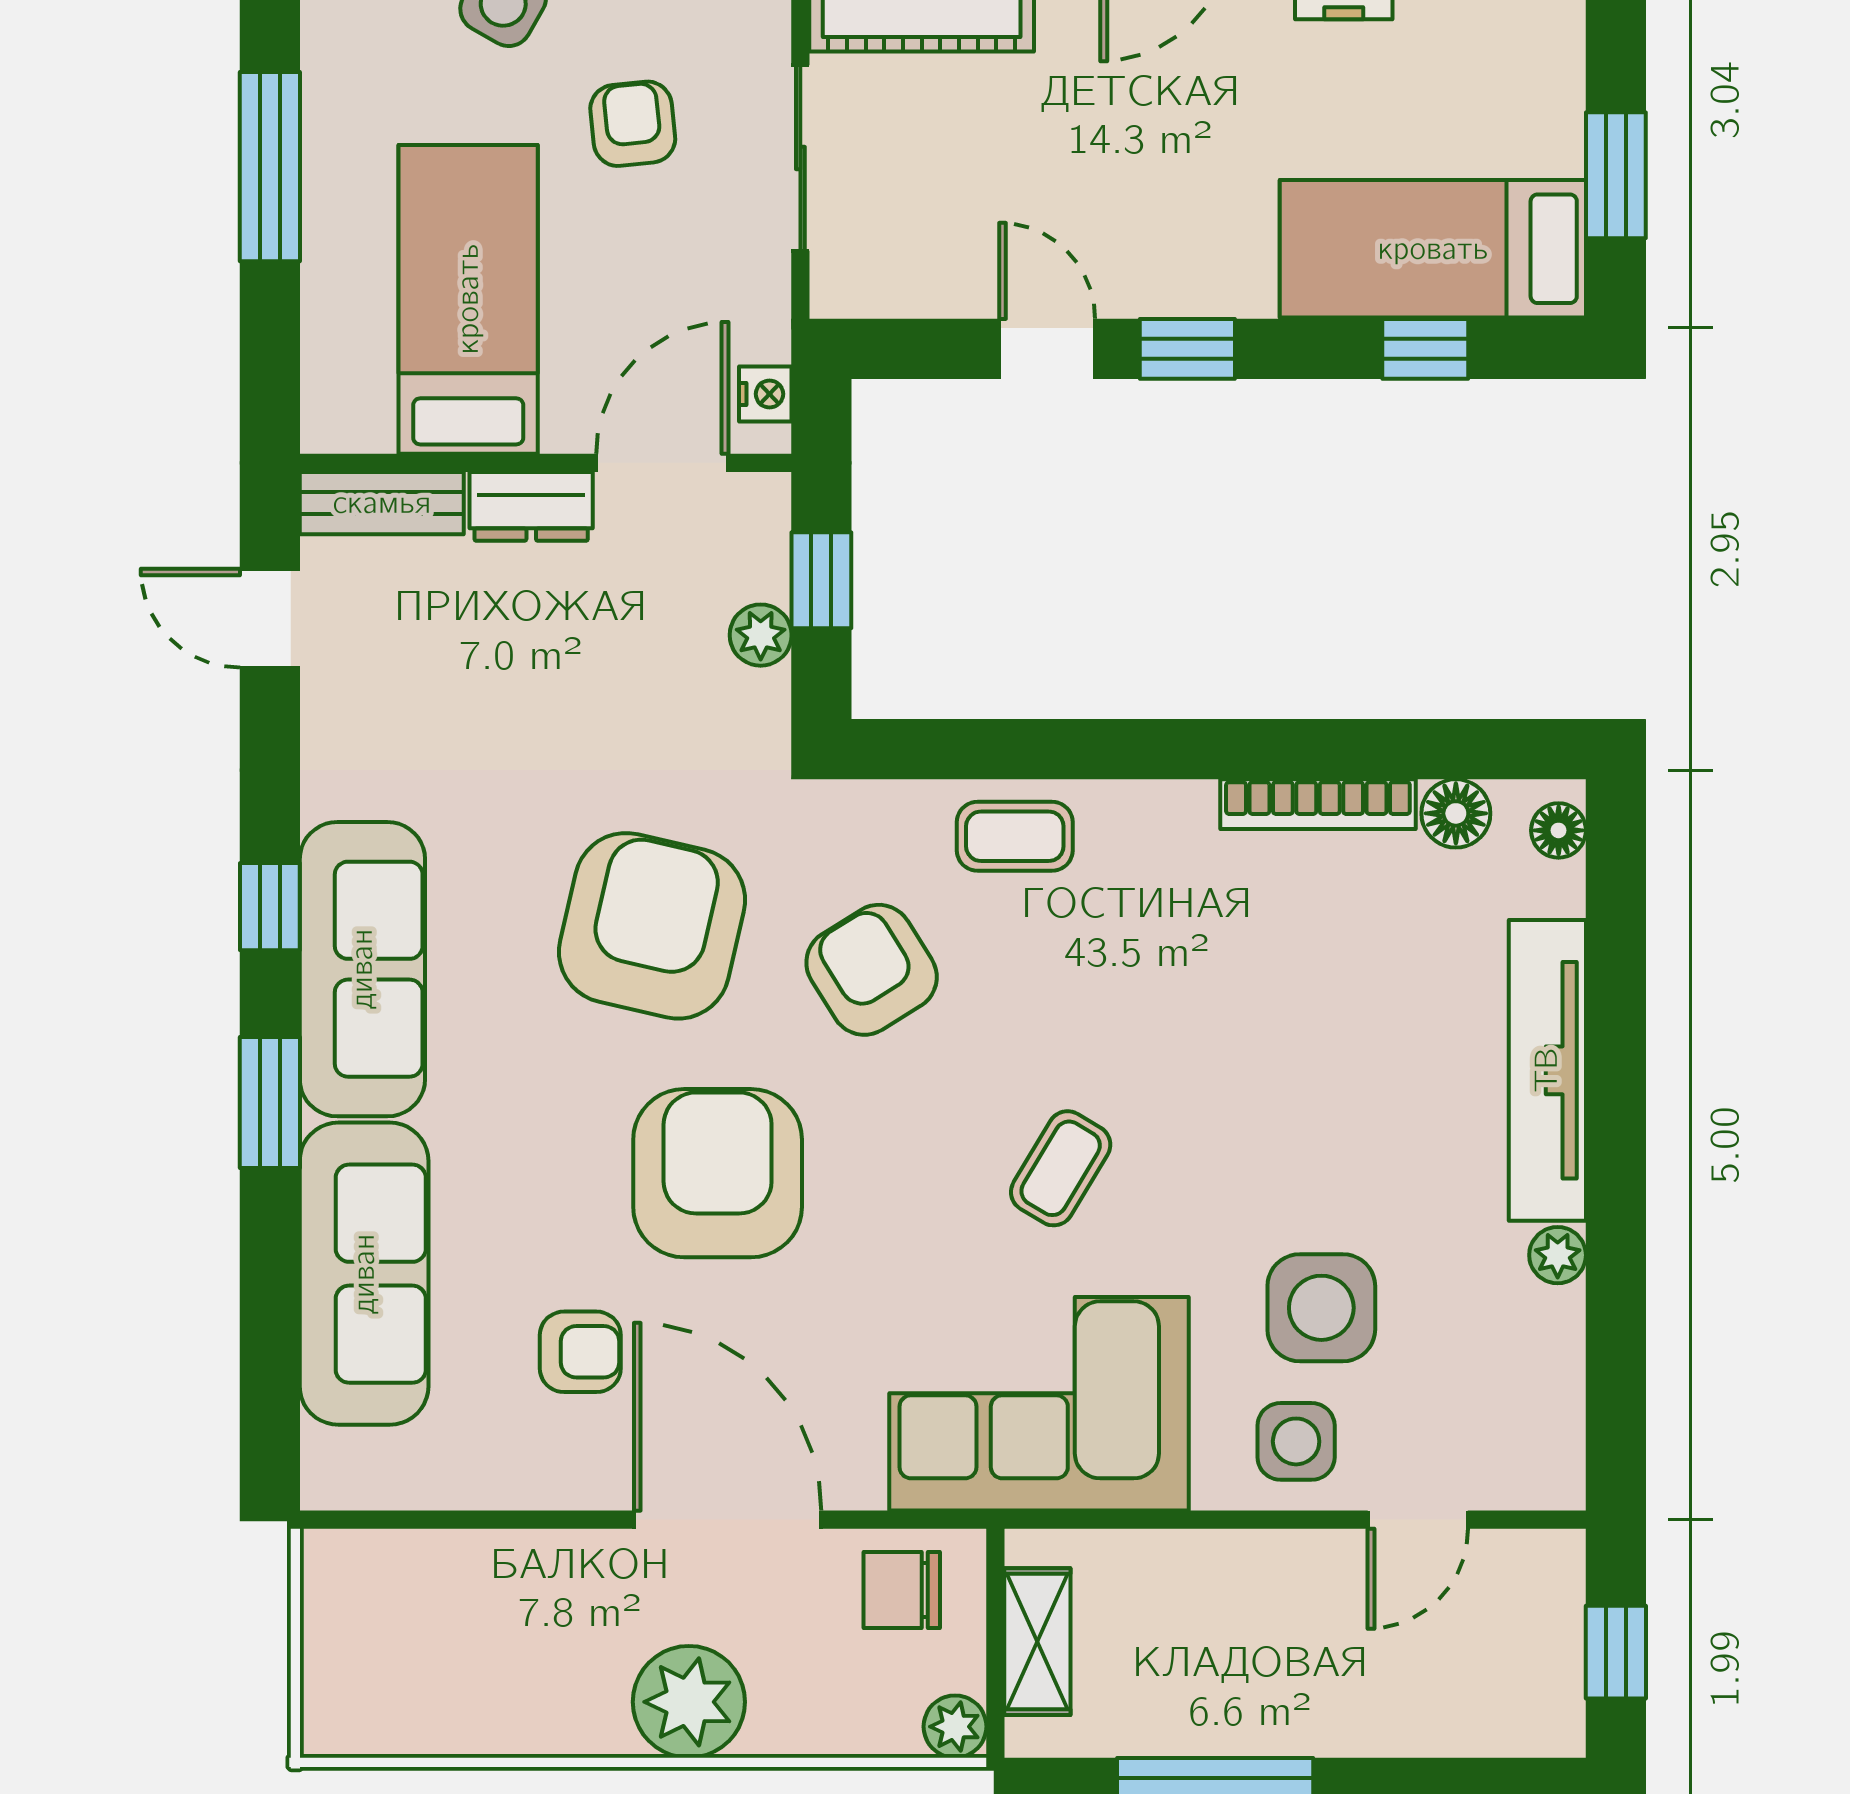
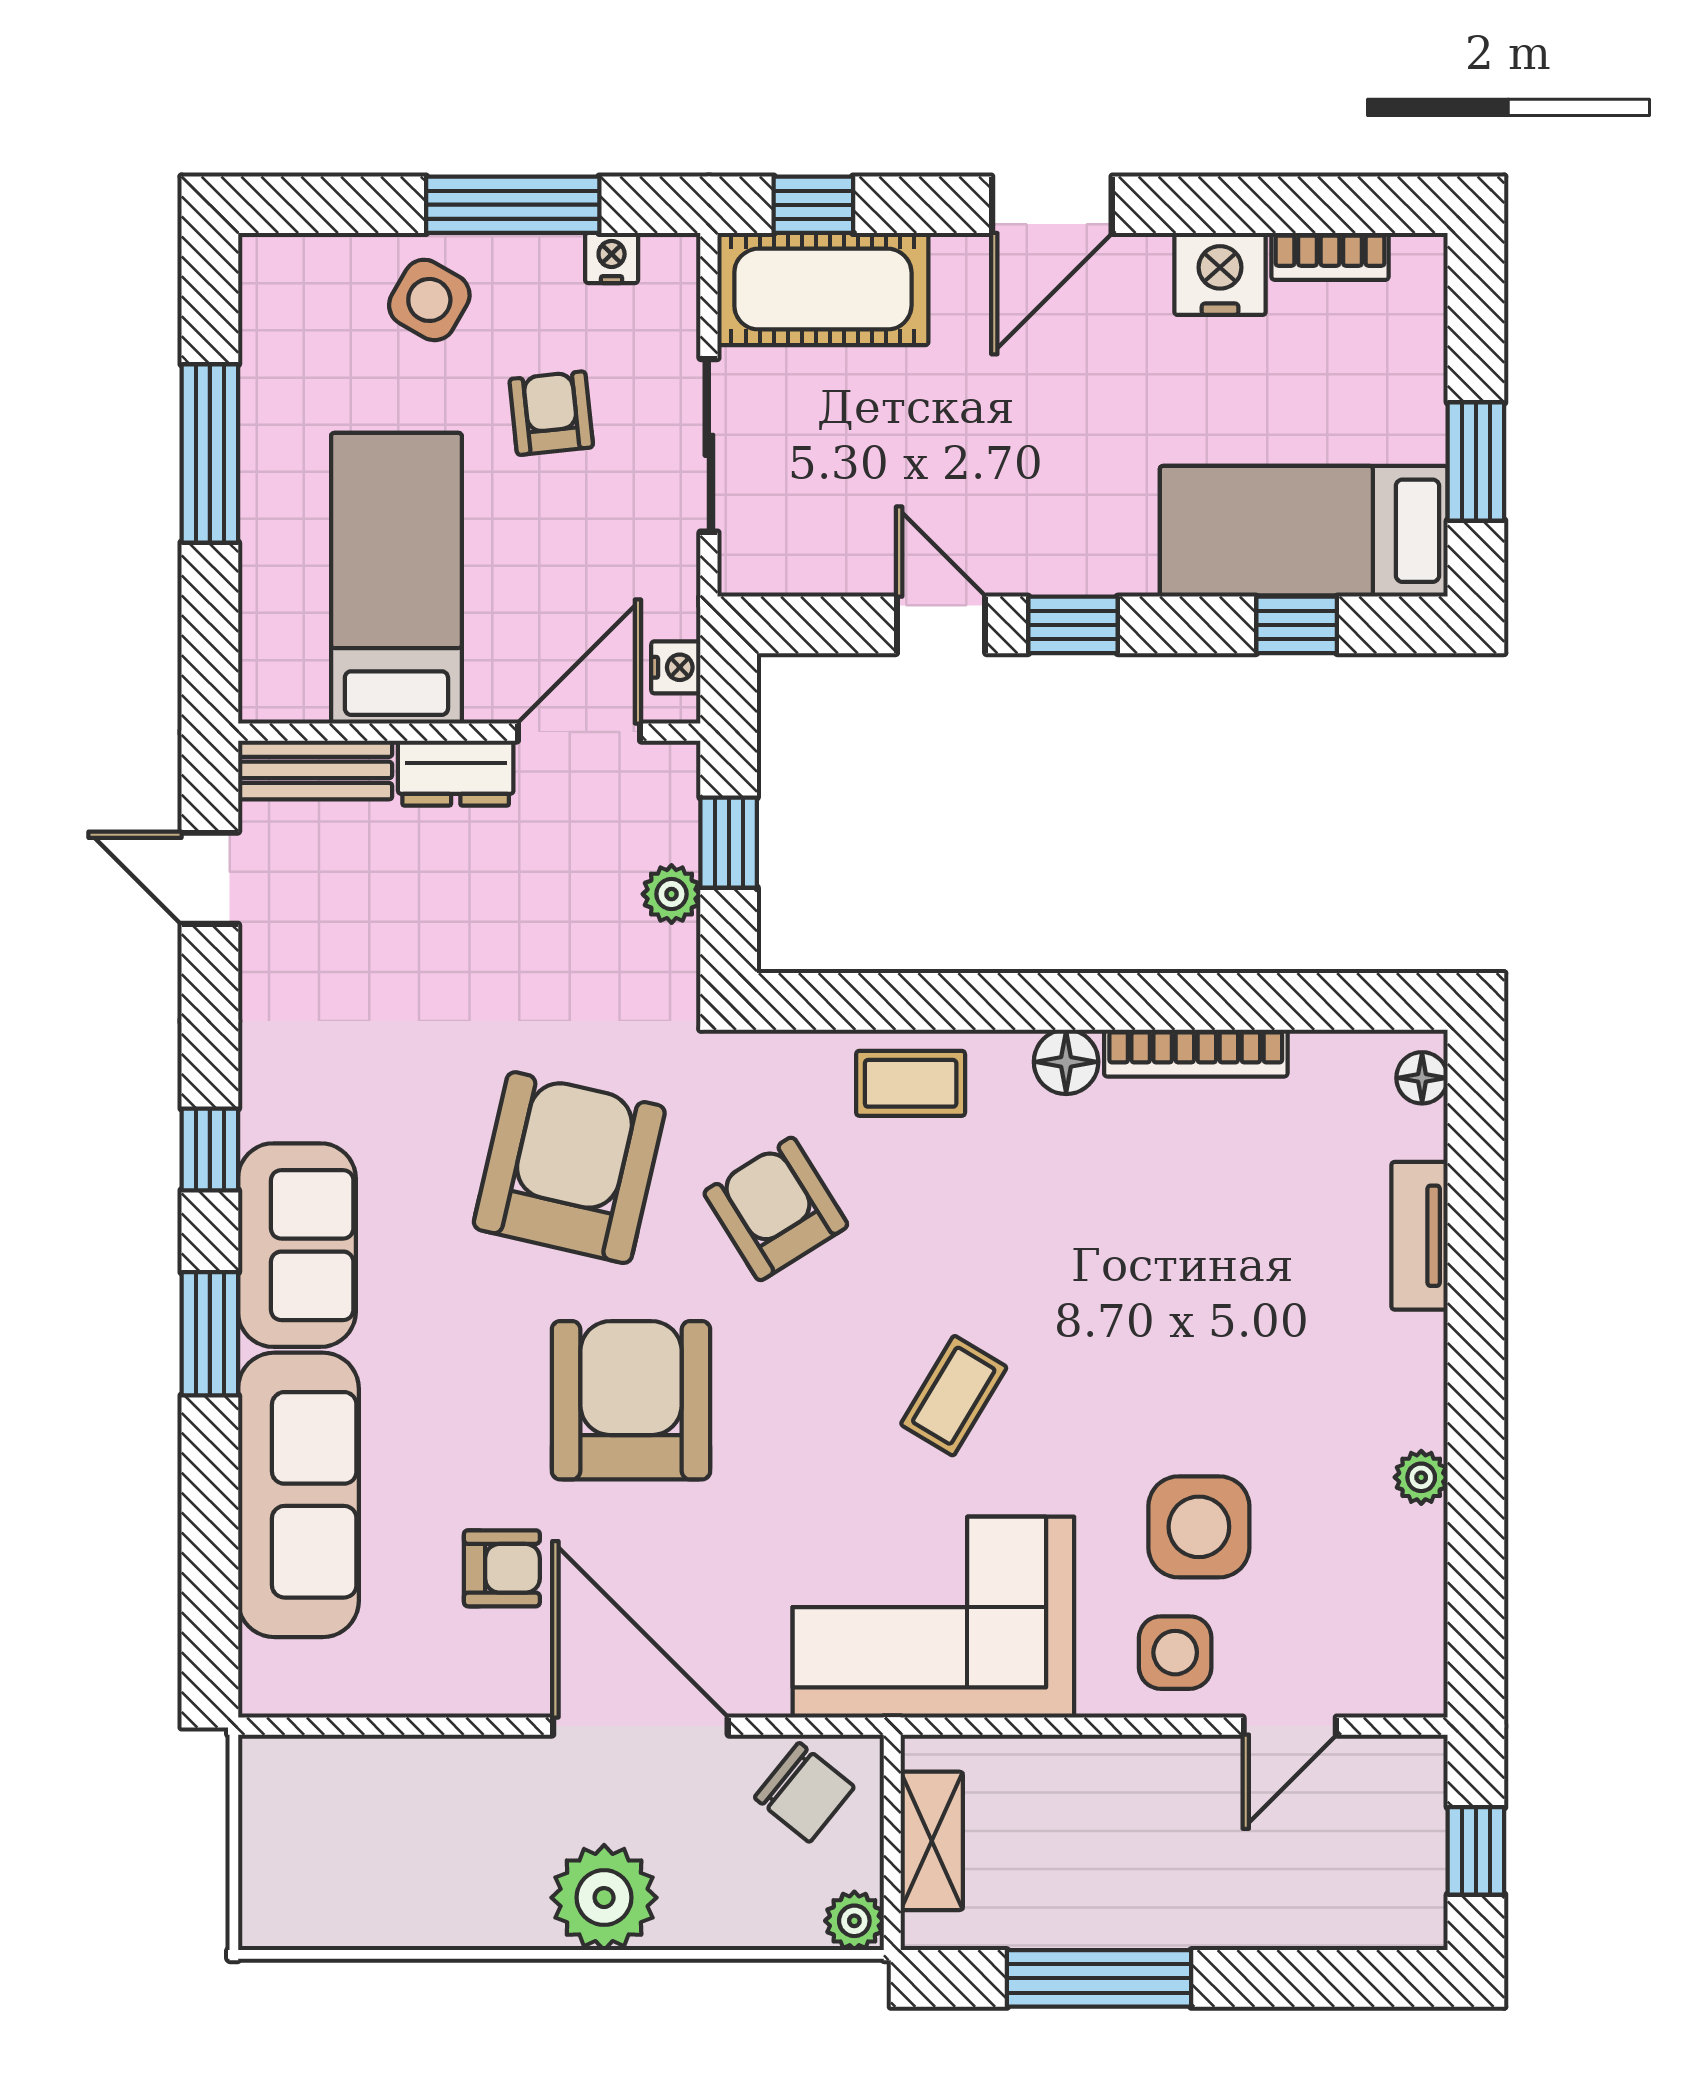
floor lamp: (1456, 813) -> (1066, 1062), moved
sofa: (362, 969) -> (297, 1245), width x0.73
tv unit: (1547, 1070) -> (1420, 1236), width x0.52, depth x0.78
chair: (902, 1590) -> (804, 1792), turned -141

